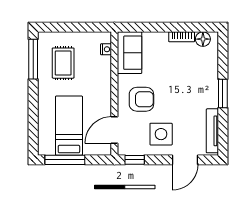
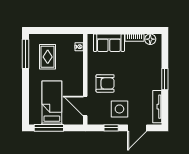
sofa: (130, 53) -> (109, 43), moved, turned 90
door: (114, 130) -> (85, 106), hinge flipped
window: (135, 160) -> (111, 128), moved

